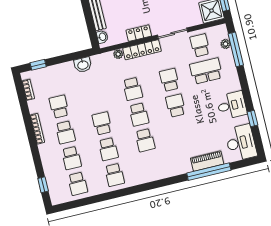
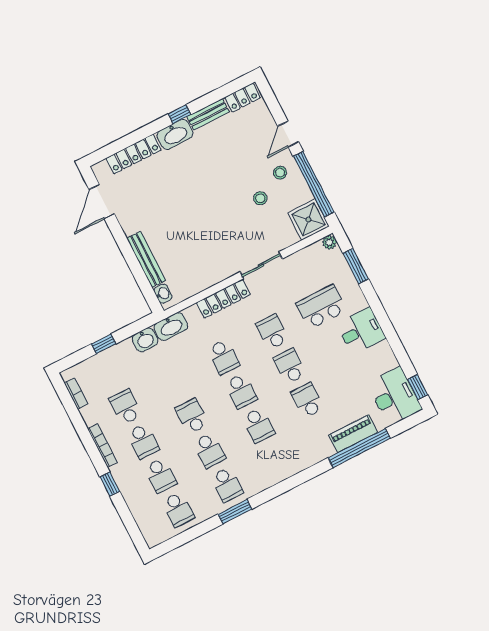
locker: (139, 33) -> (213, 276), removed
plant: (226, 44) -> (329, 242), moved
school desk: (200, 45) -> (307, 400), moved
window: (236, 49) -> (356, 266), width x0.69
plant: (118, 54) -> (191, 313), removed
washbasin: (102, 60) -> (171, 327), added
window: (38, 65) -> (104, 344), moved
desk: (232, 105) -> (361, 331), moved
window: (252, 119) -> (418, 387), moved
window: (43, 185) -> (110, 484), moved
window: (115, 194) -> (235, 512), added

